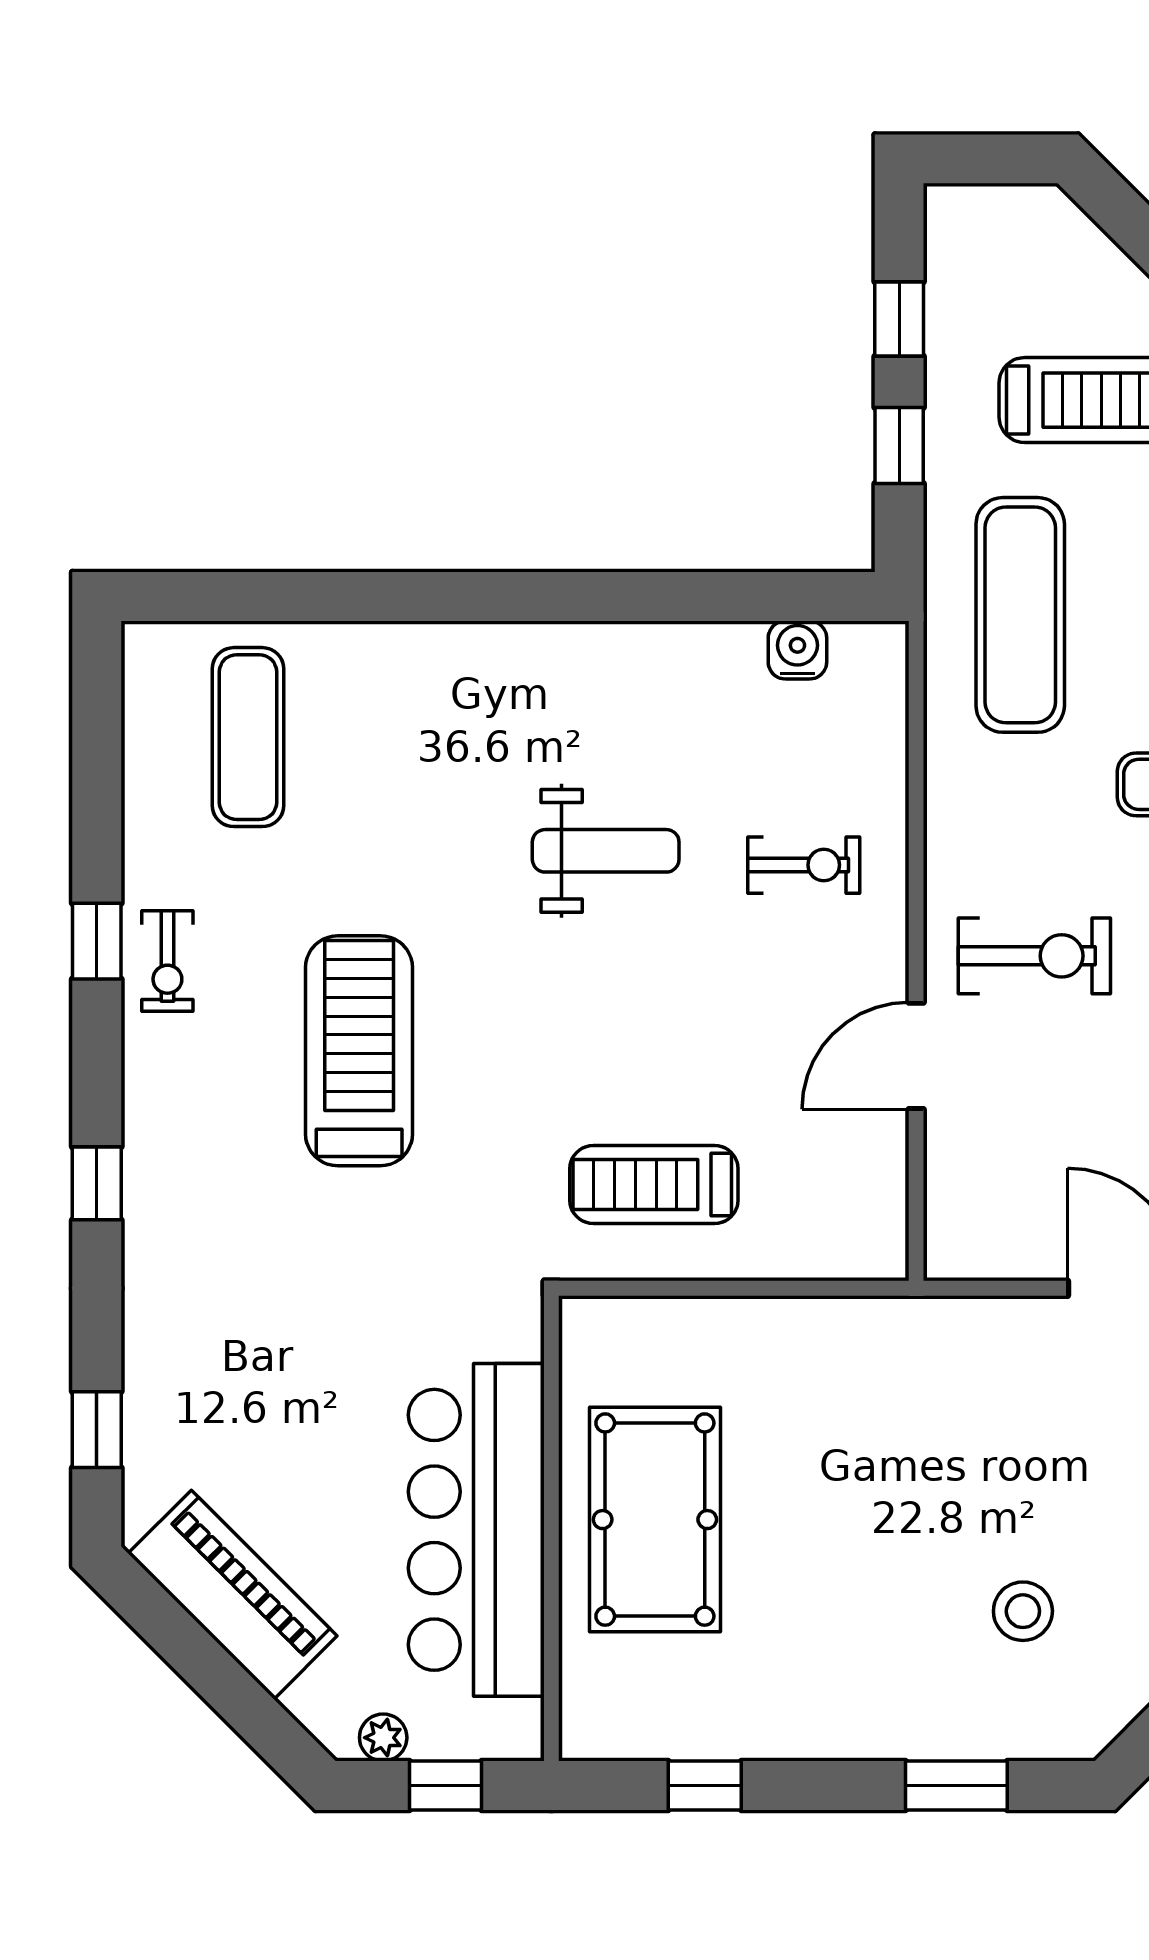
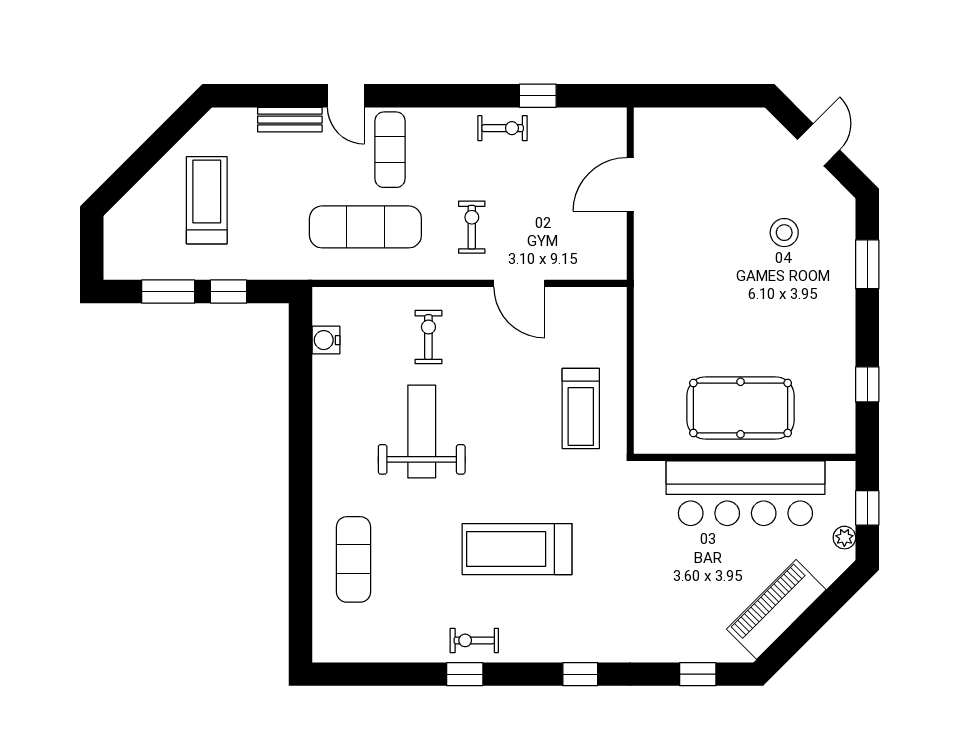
window: (899, 319) -> (168, 292), width x1.50
exercise mat: (1020, 615) -> (365, 227), moved
exercise mat: (248, 737) -> (353, 559), moved, turned 90
weight bench: (606, 851) -> (422, 431), width x1.36, depth x1.33
exercise bike: (1034, 956) -> (472, 227), width x0.73, depth x0.72
exercise bike: (167, 961) -> (474, 640), turned 180

